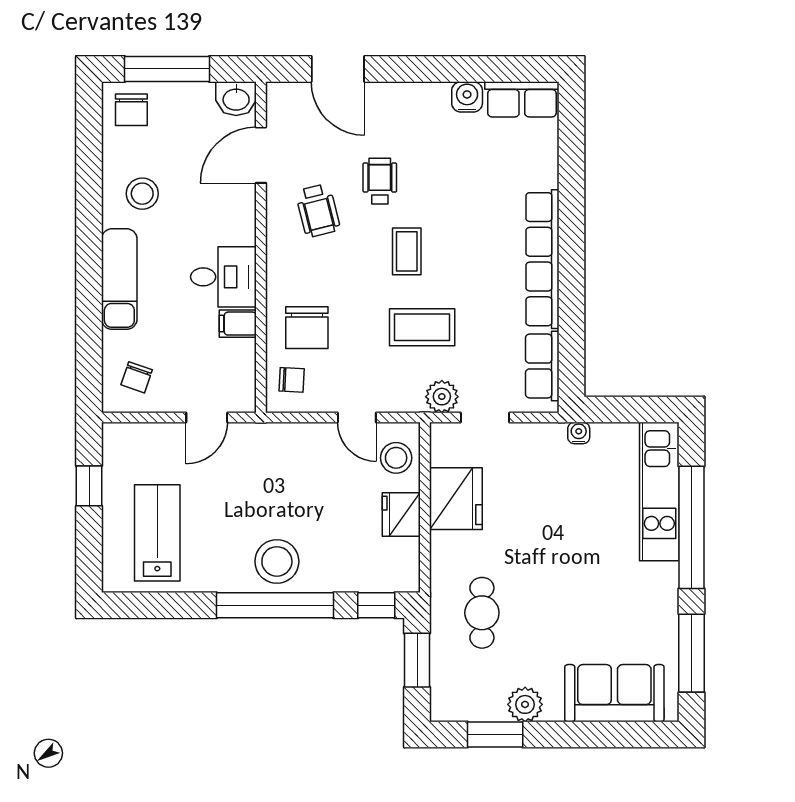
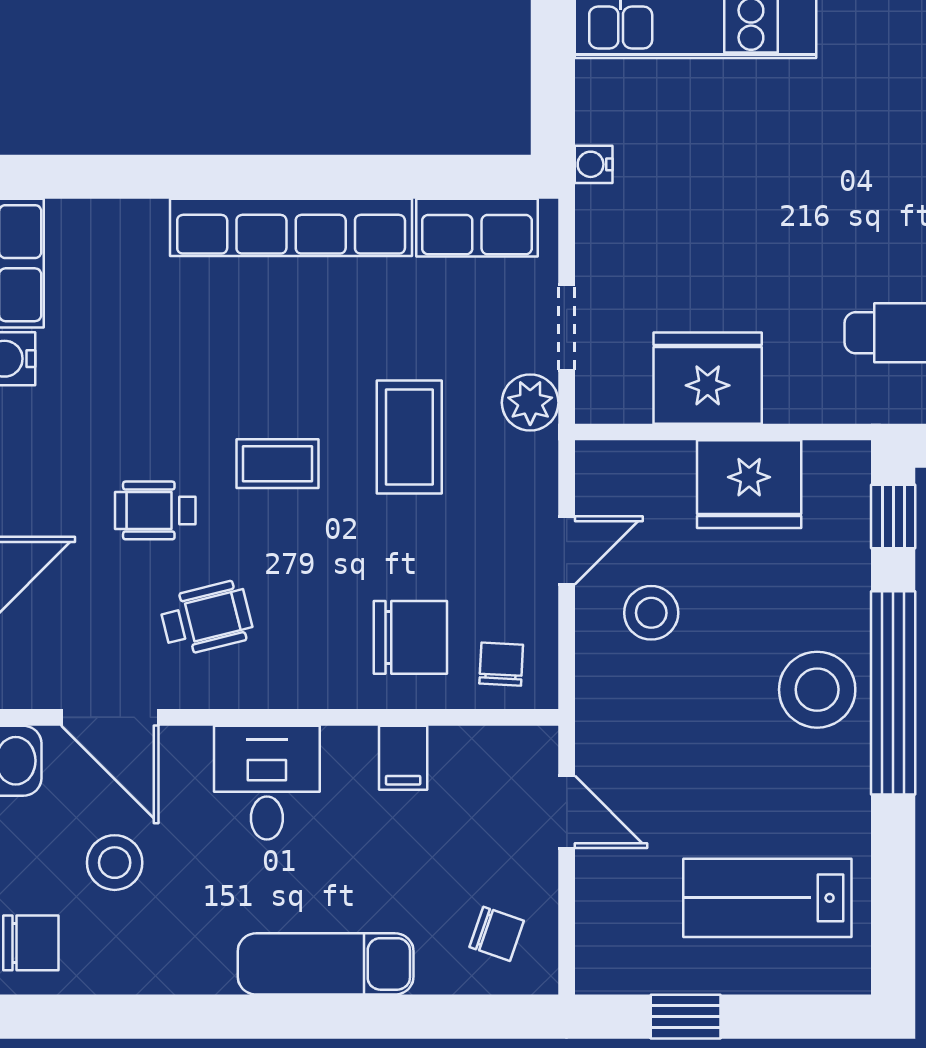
stool: (142, 194) -> (115, 863), moved
desk: (223, 277) -> (267, 783), moved
stool: (396, 458) -> (651, 613), moved
fridge: (401, 514) -> (749, 484), width x1.36, depth x1.34

